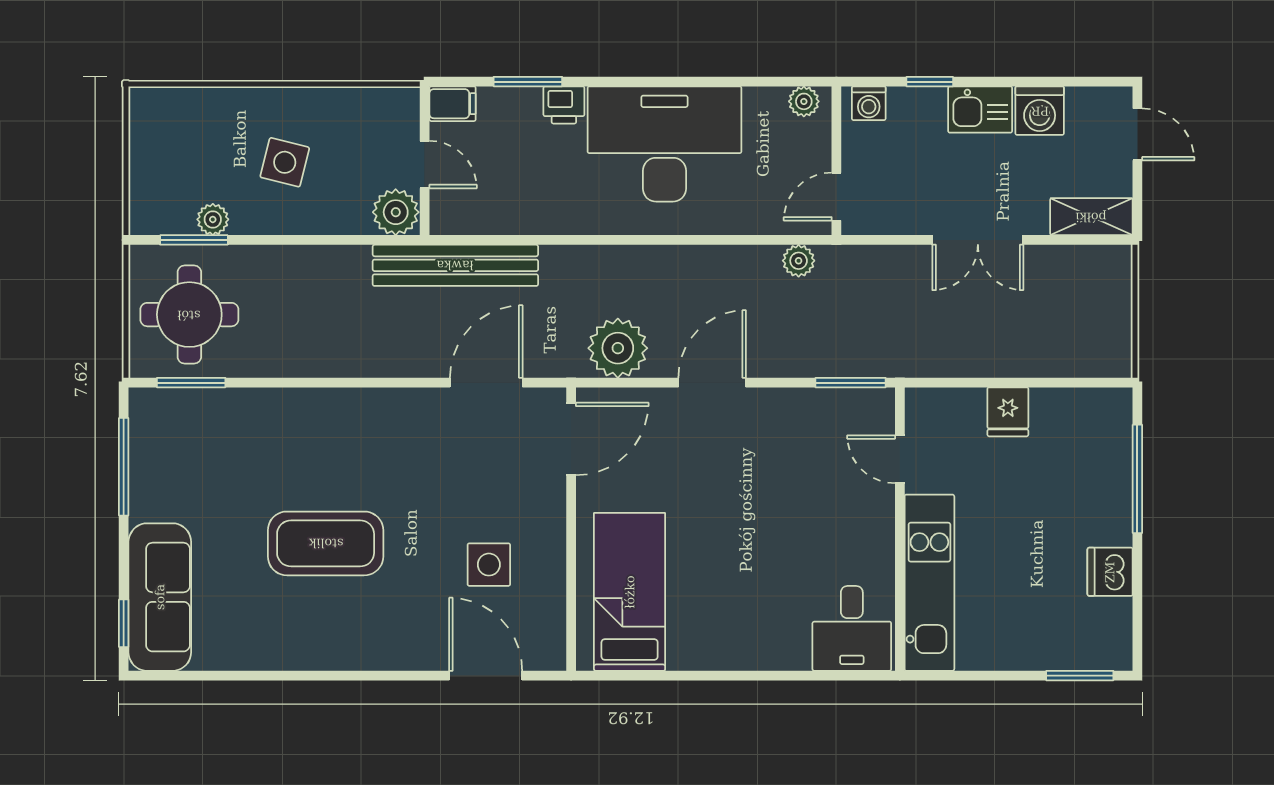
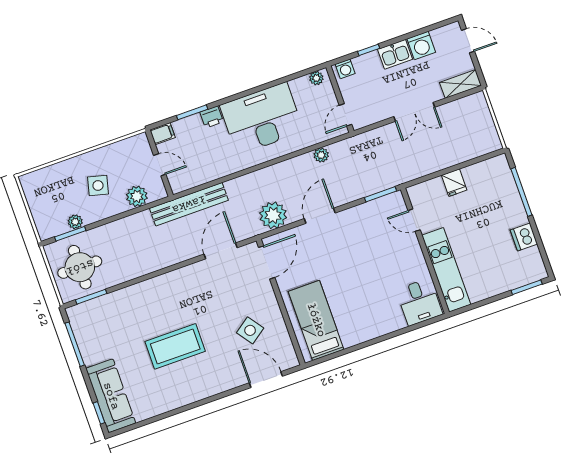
plant: (396, 212) -> (137, 196), moved
plant: (799, 261) -> (321, 155), moved
side table: (489, 565) -> (250, 330), turned -36

